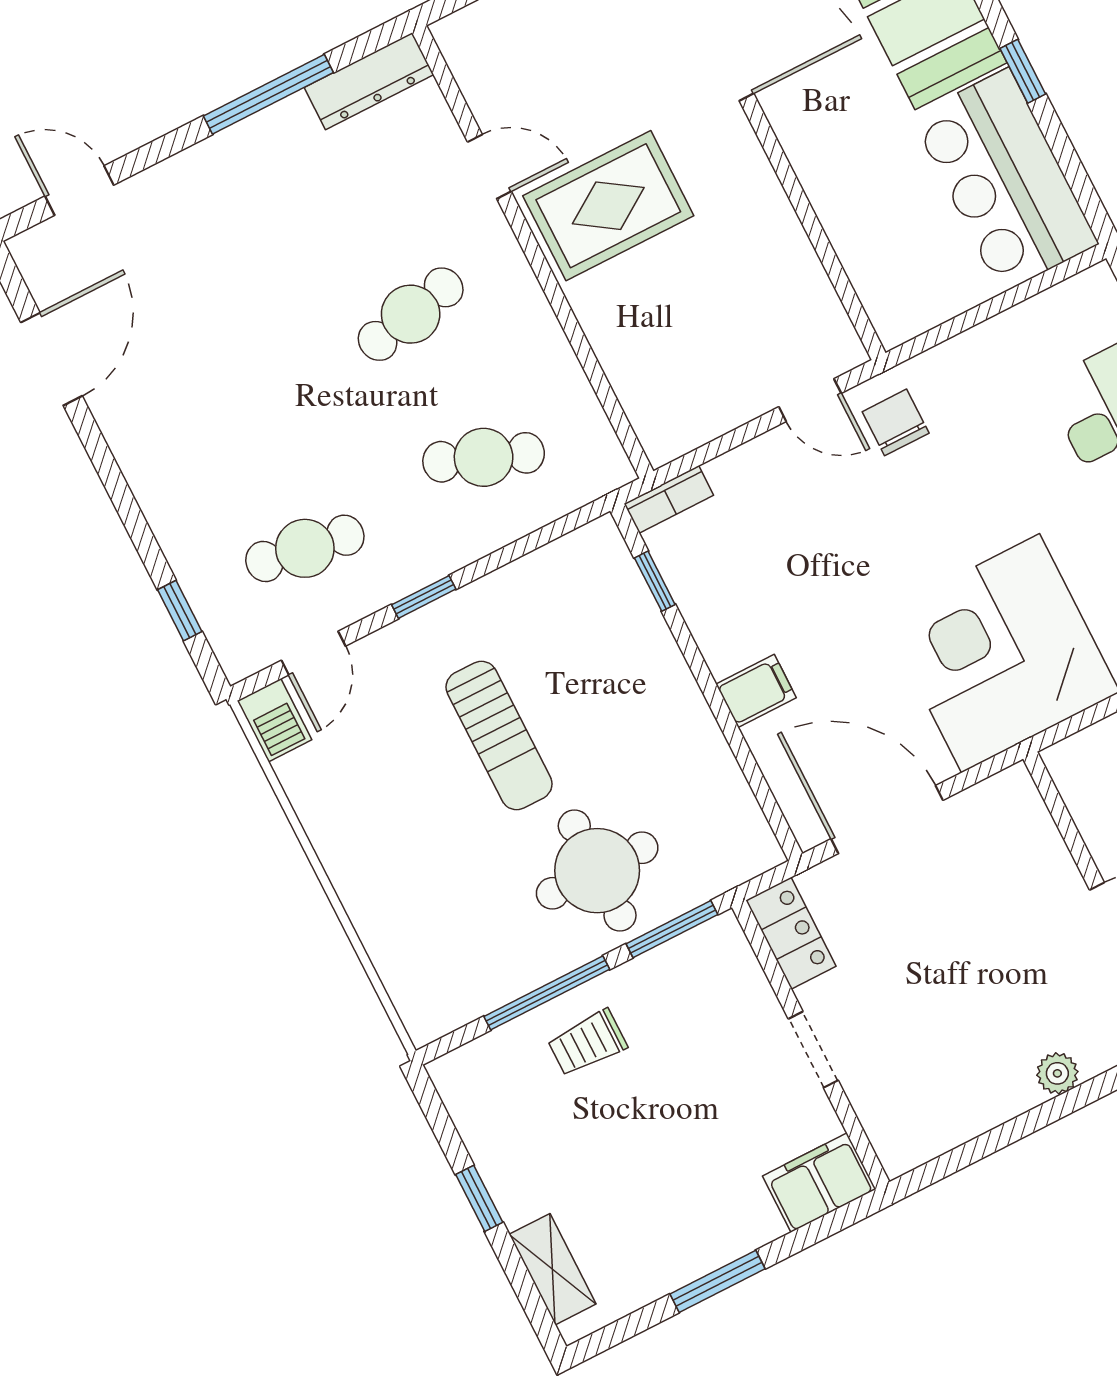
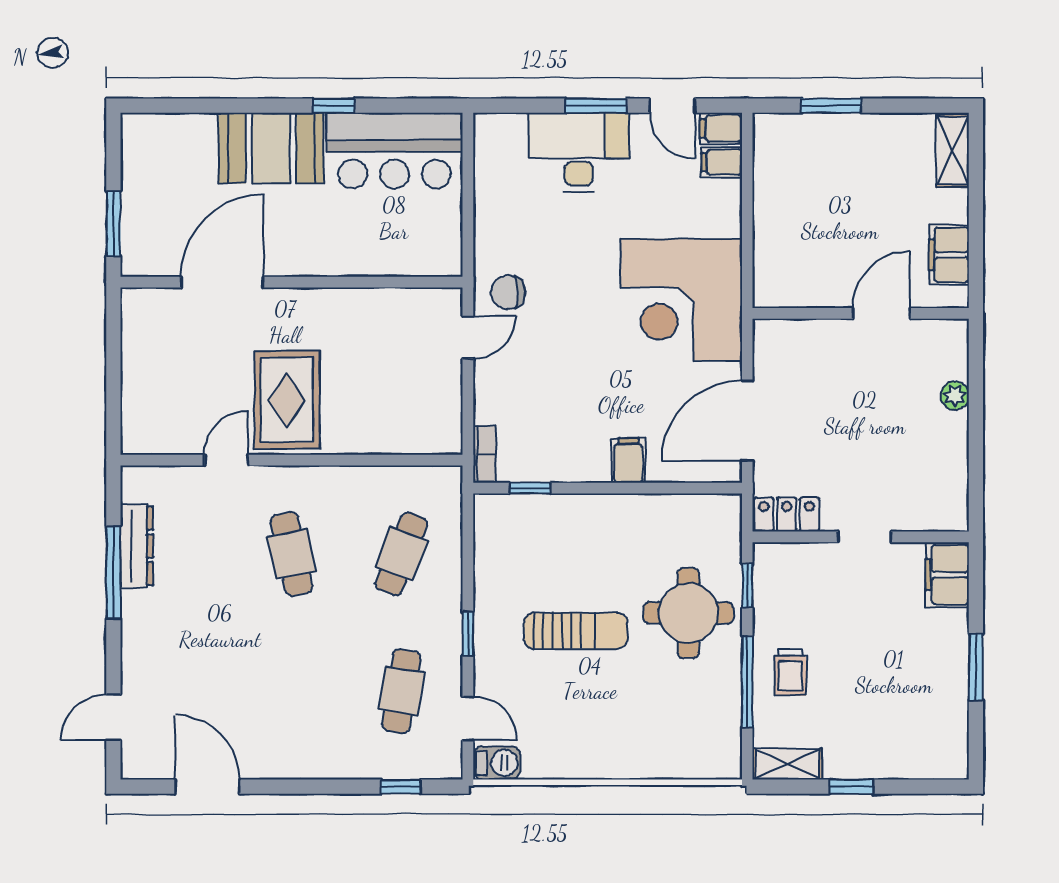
dresser: (369, 81) -> (137, 546), moved
window: (672, 929) -> (747, 586), width x0.67
shelving: (552, 1269) -> (787, 764), moved

